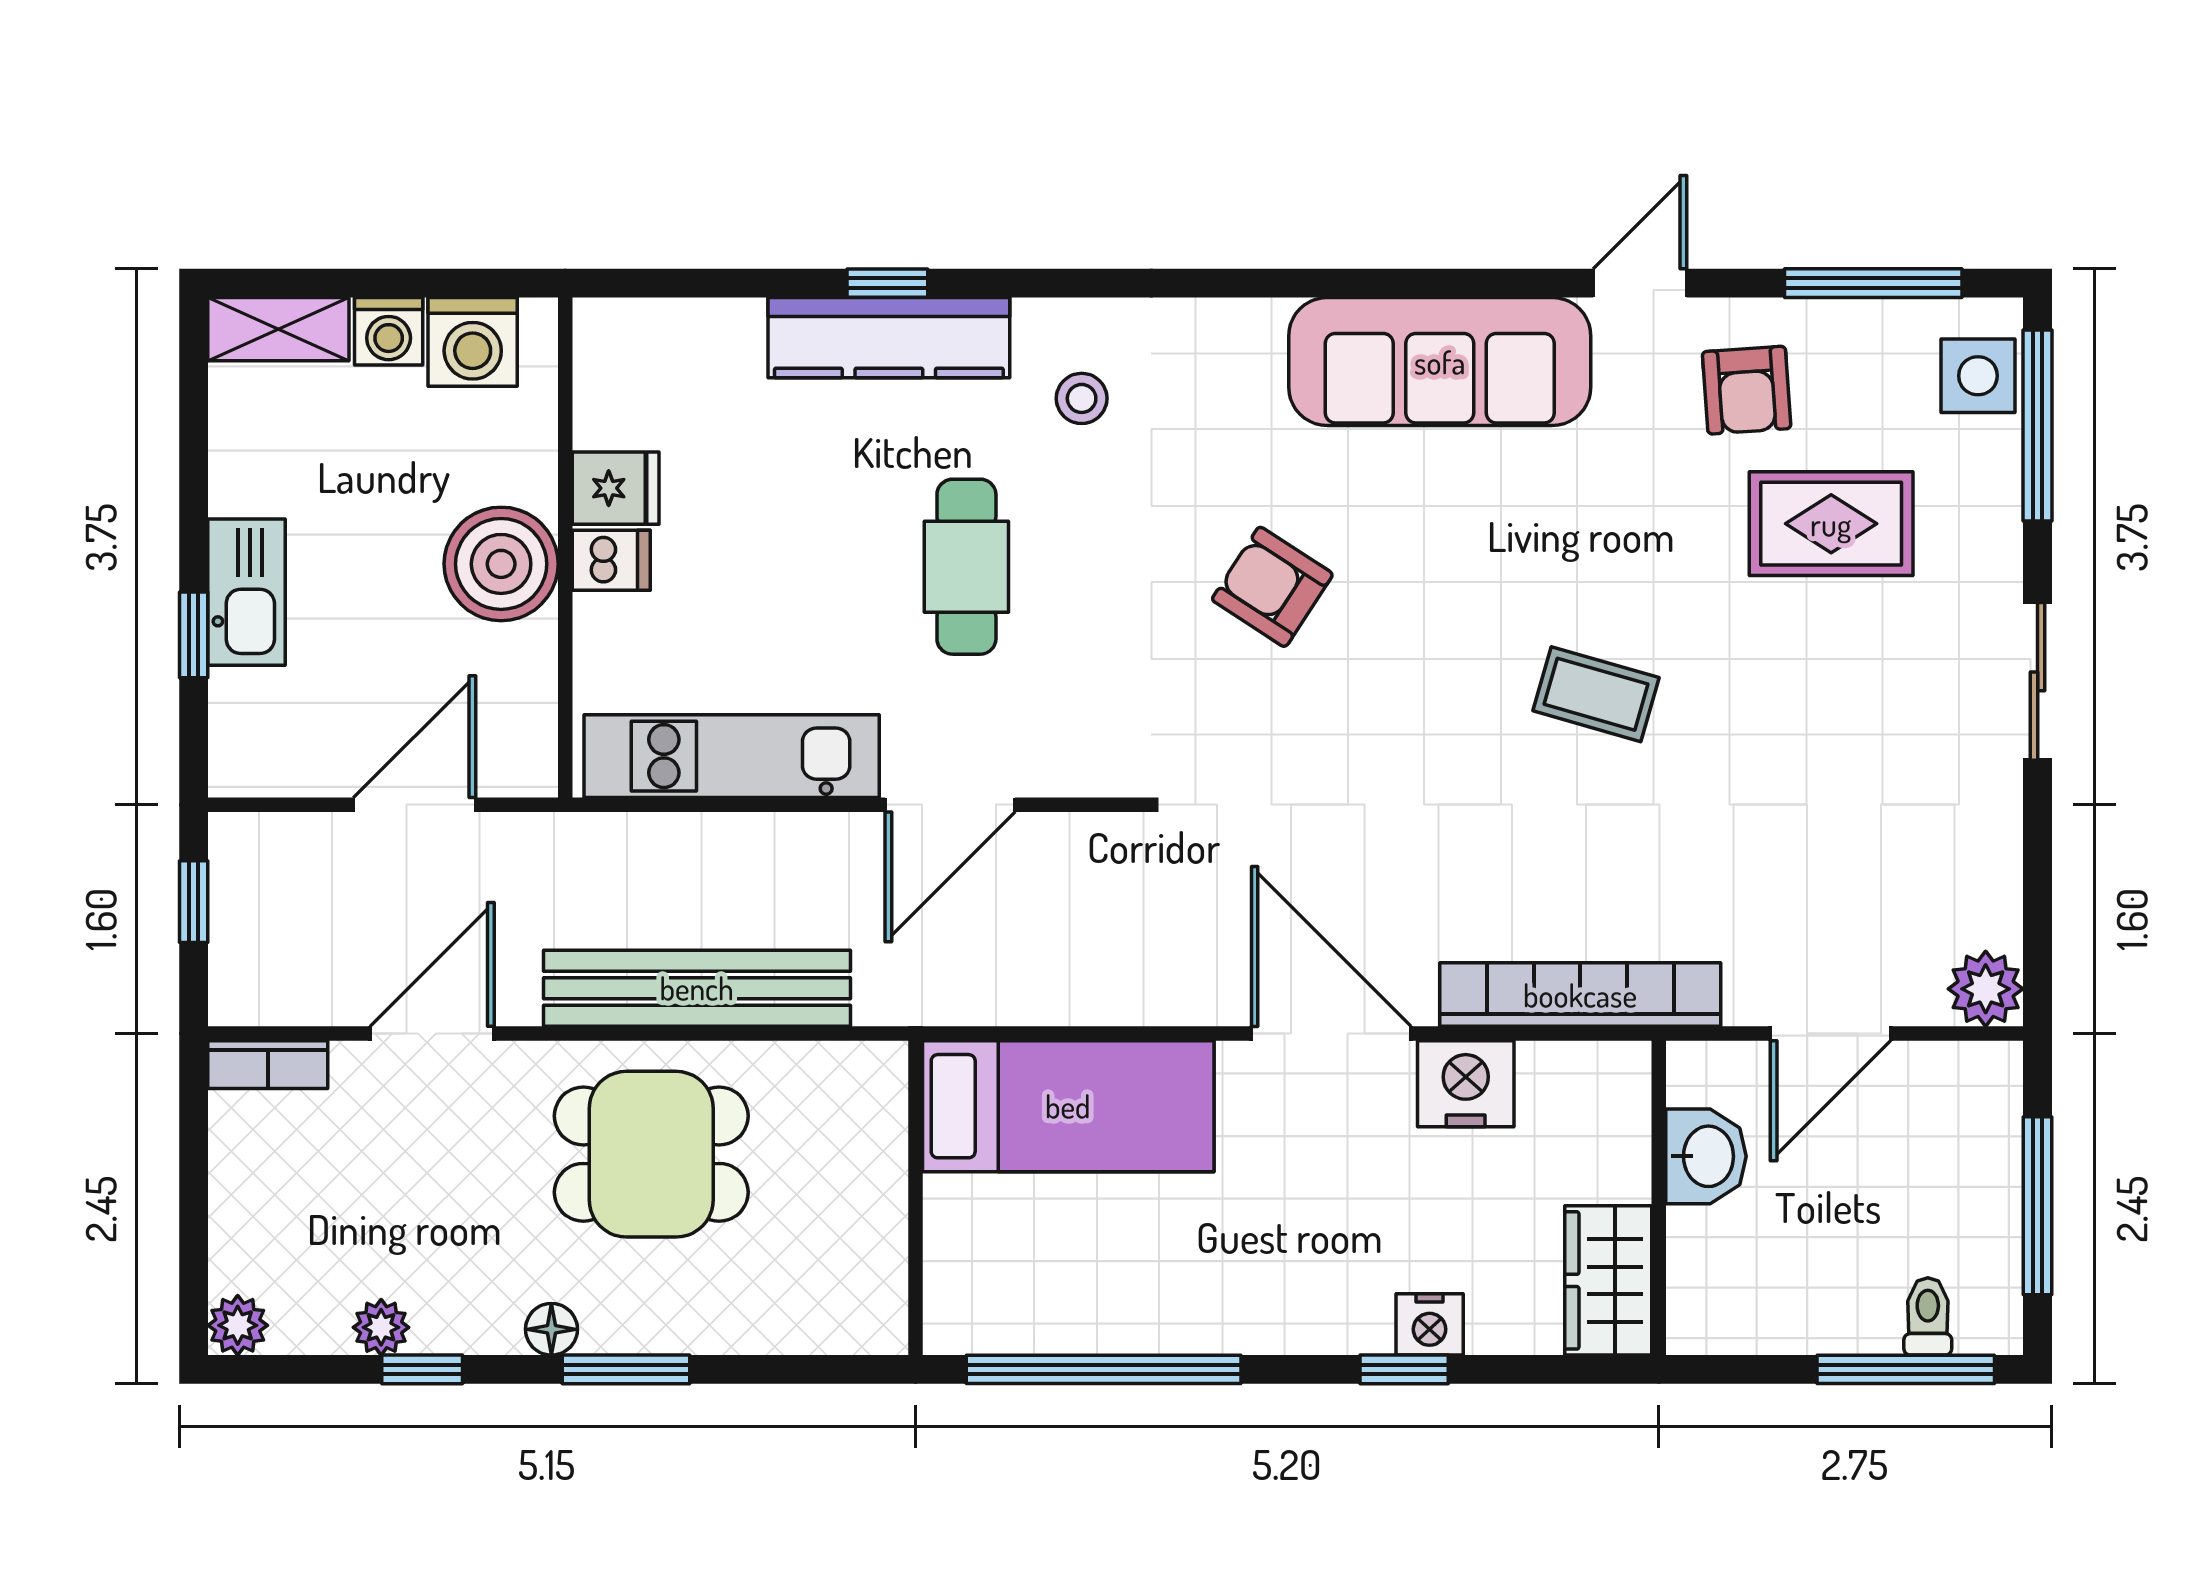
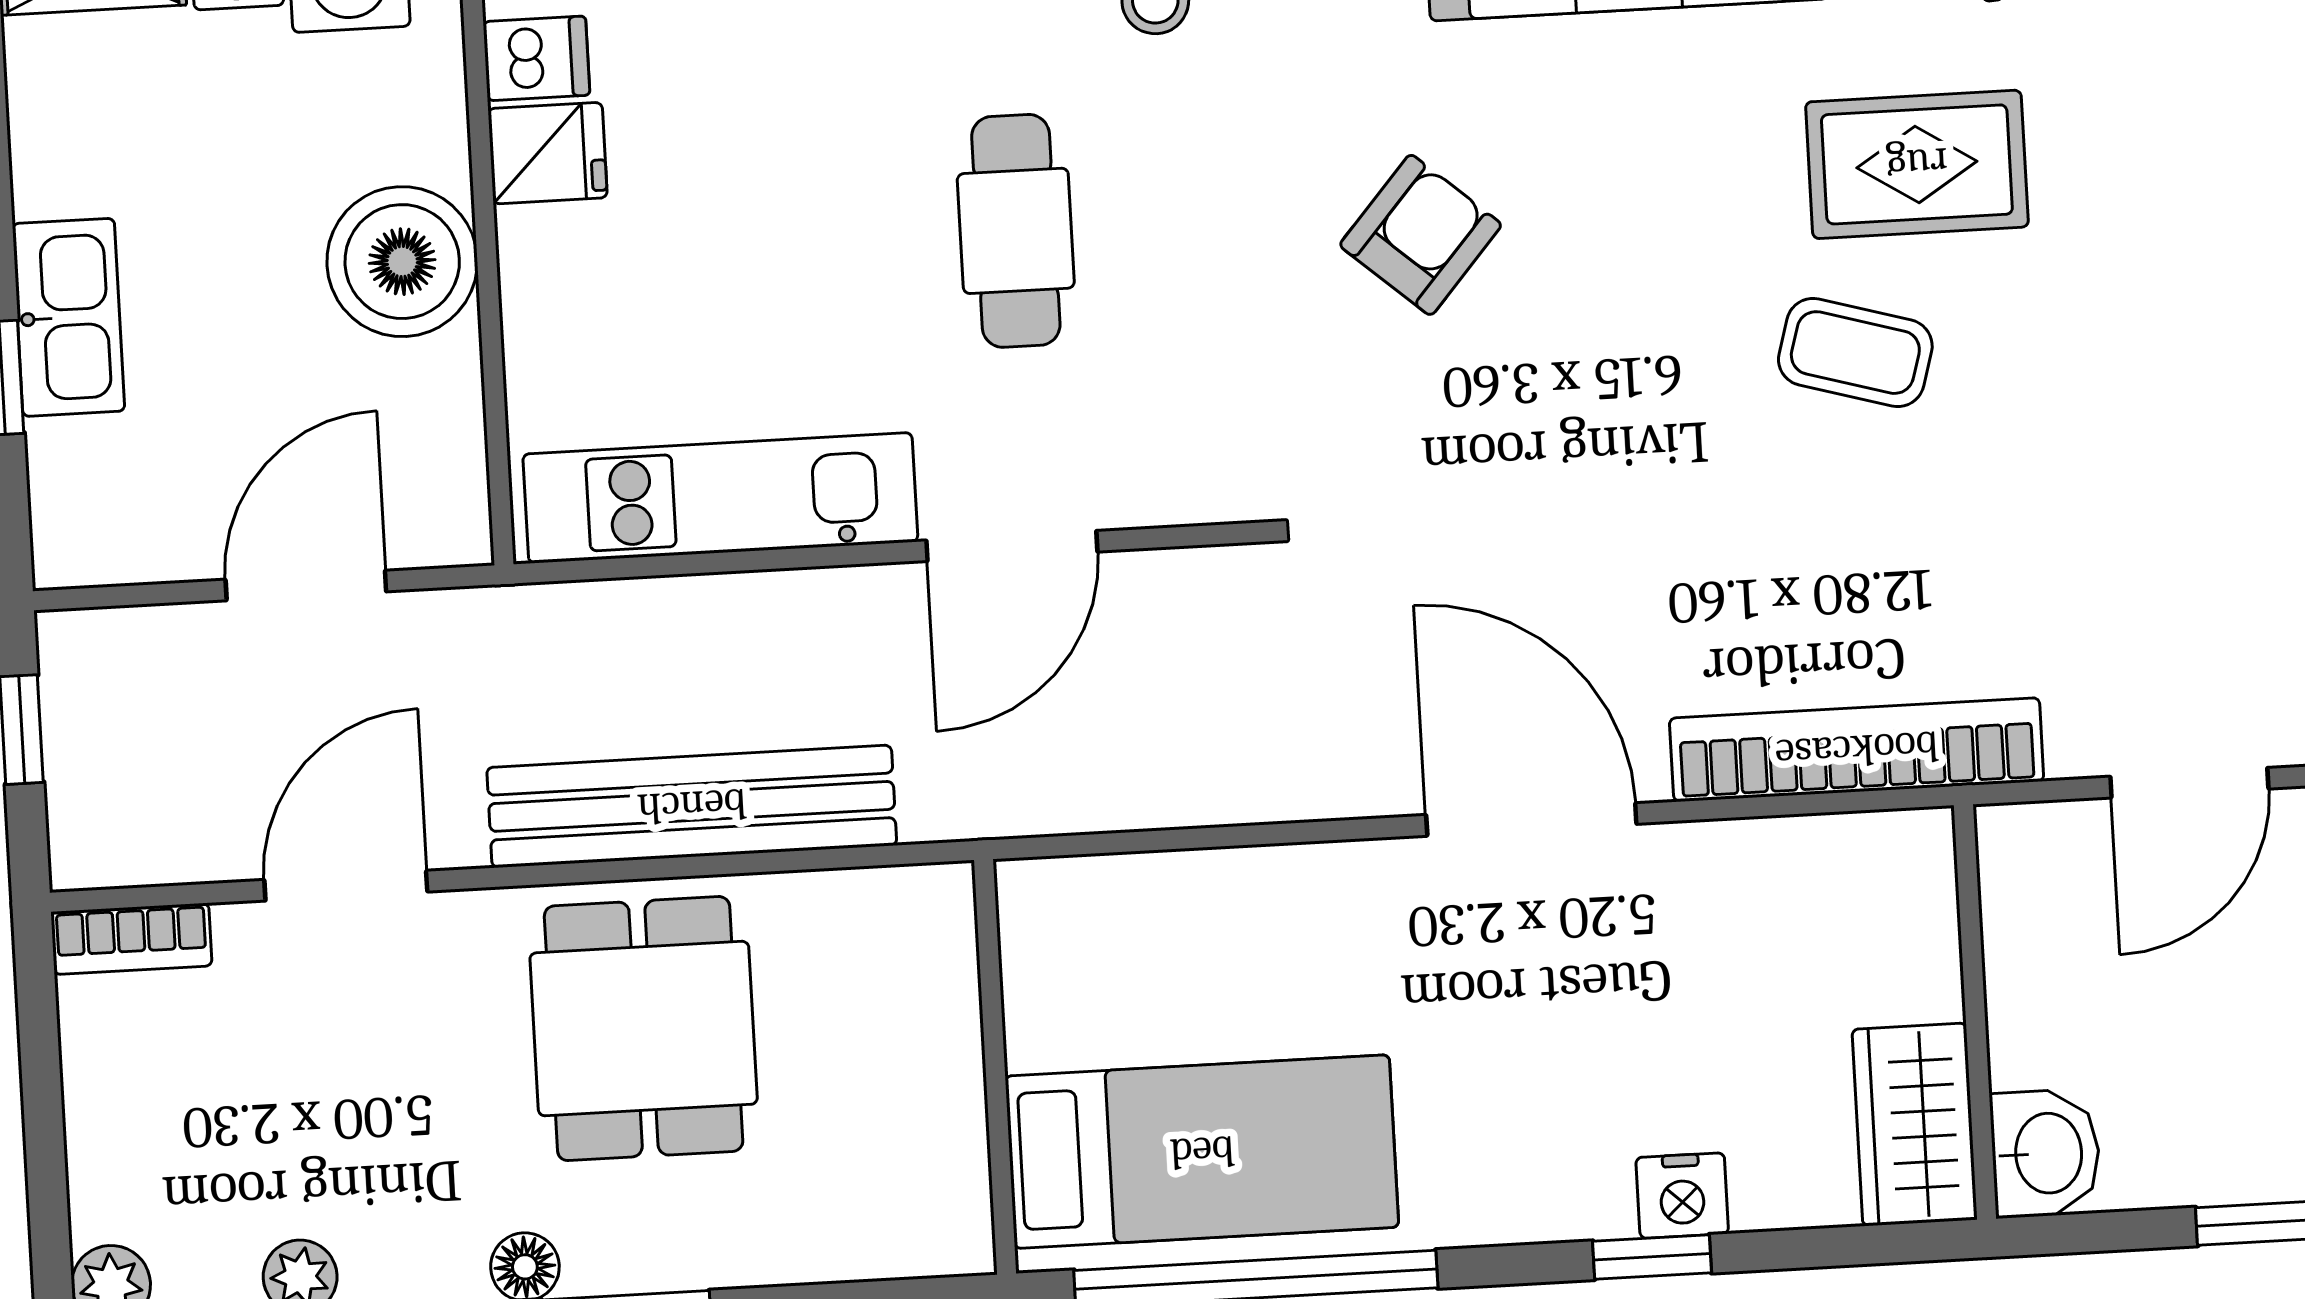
rug: (1831, 524) -> (1917, 164), moved
dishwasher: (611, 560) -> (536, 58), moved
armchair: (1272, 587) -> (1421, 235), turned 98
nightstand: (1466, 1084) -> (1712, 876), removed
bed: (1068, 1106) -> (1202, 1152), moved
dining table: (651, 1154) -> (644, 1029), turned 90
washbasin: (1706, 1156) -> (2045, 1153), moved

